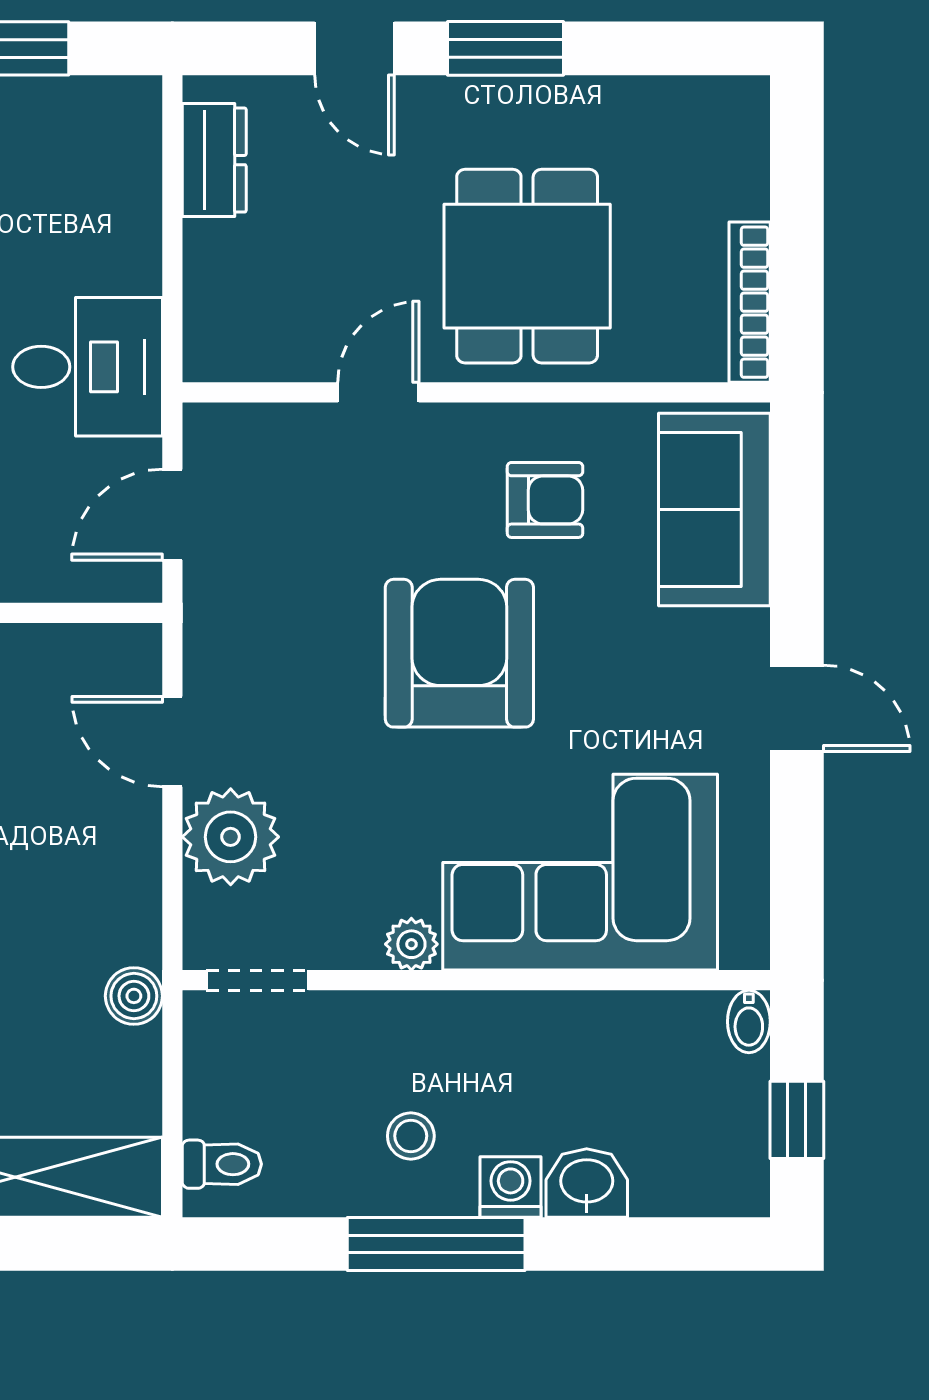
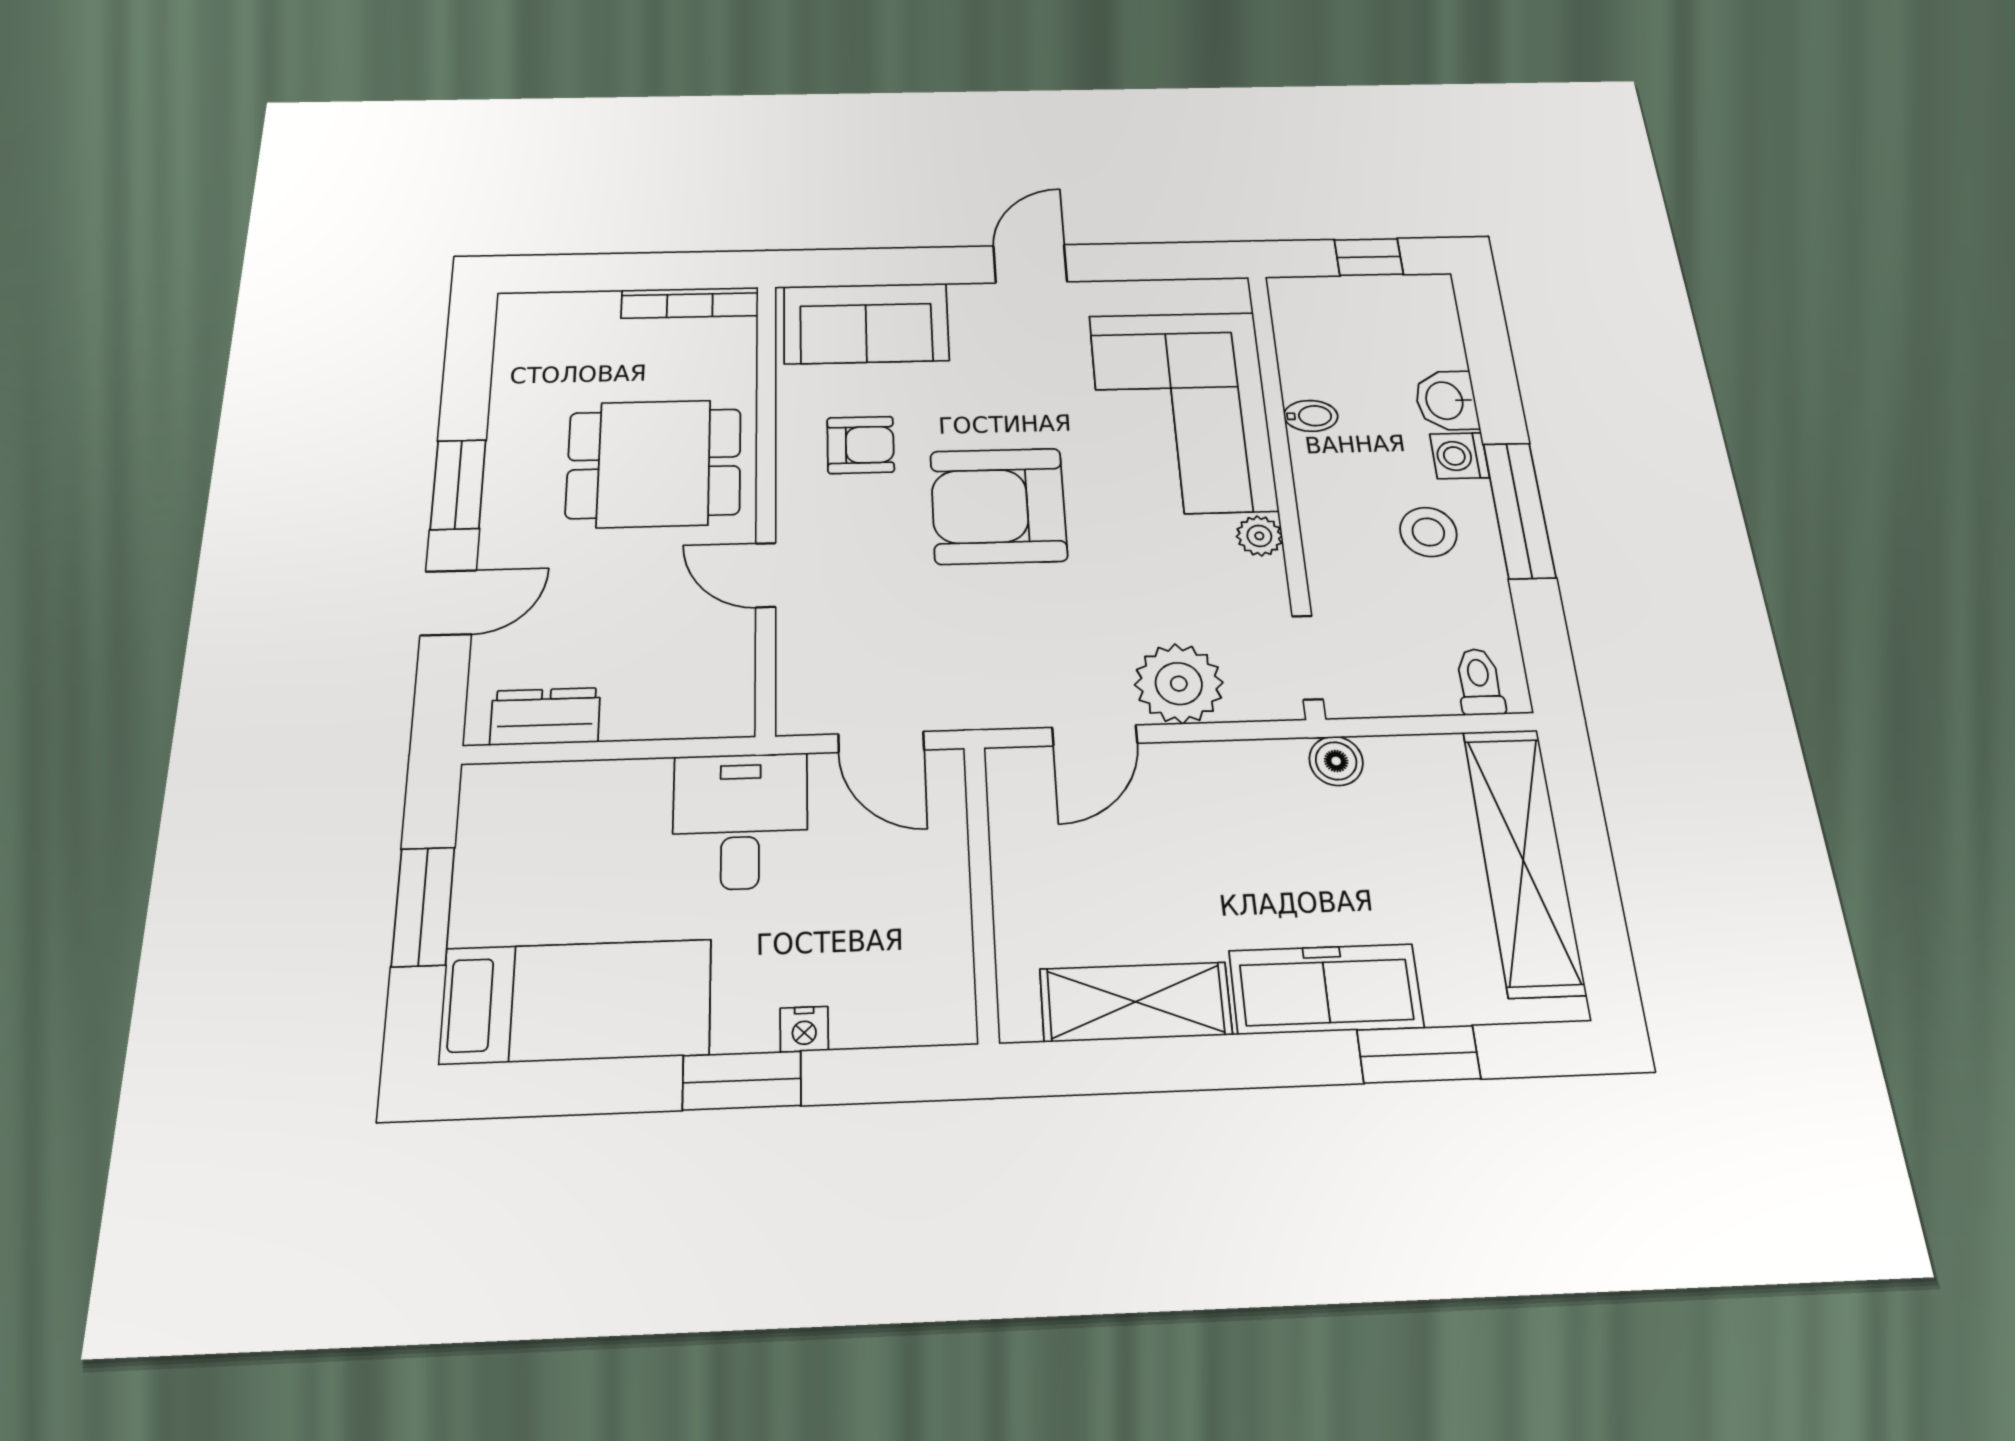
armchair: (545, 500) -> (861, 445), turned 90
bidet: (749, 1022) -> (1311, 416), moved
stool: (411, 1136) -> (1428, 532), width x1.37, depth x1.37

